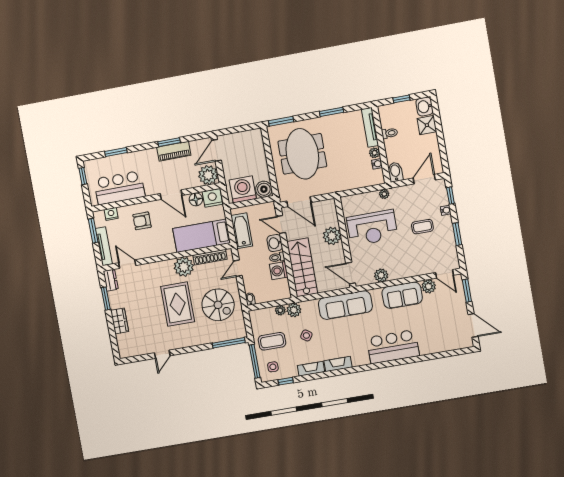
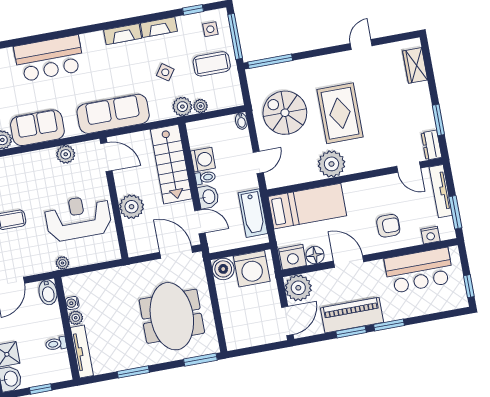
piano: (174, 151) -> (352, 315), width x1.37, depth x1.33
window: (116, 152) -> (389, 325), moved
shoe rack: (210, 257) -> (296, 177), removed
wardrobe: (120, 321) -> (415, 65), moved

